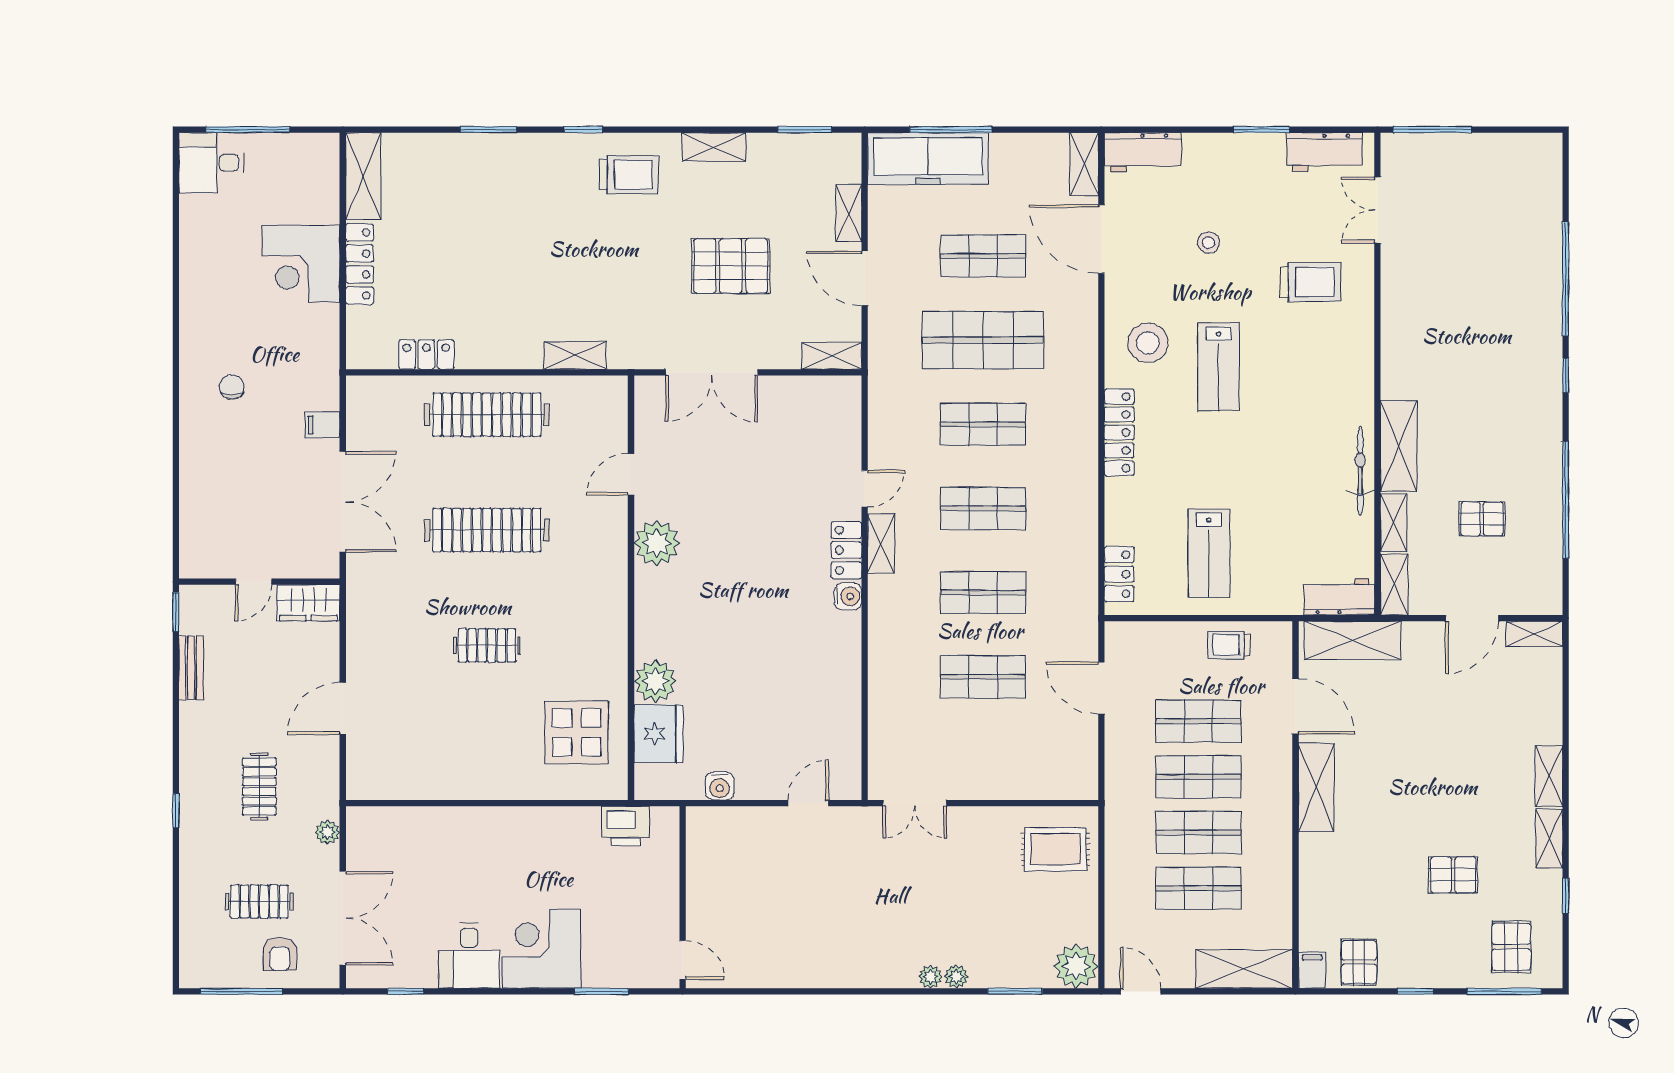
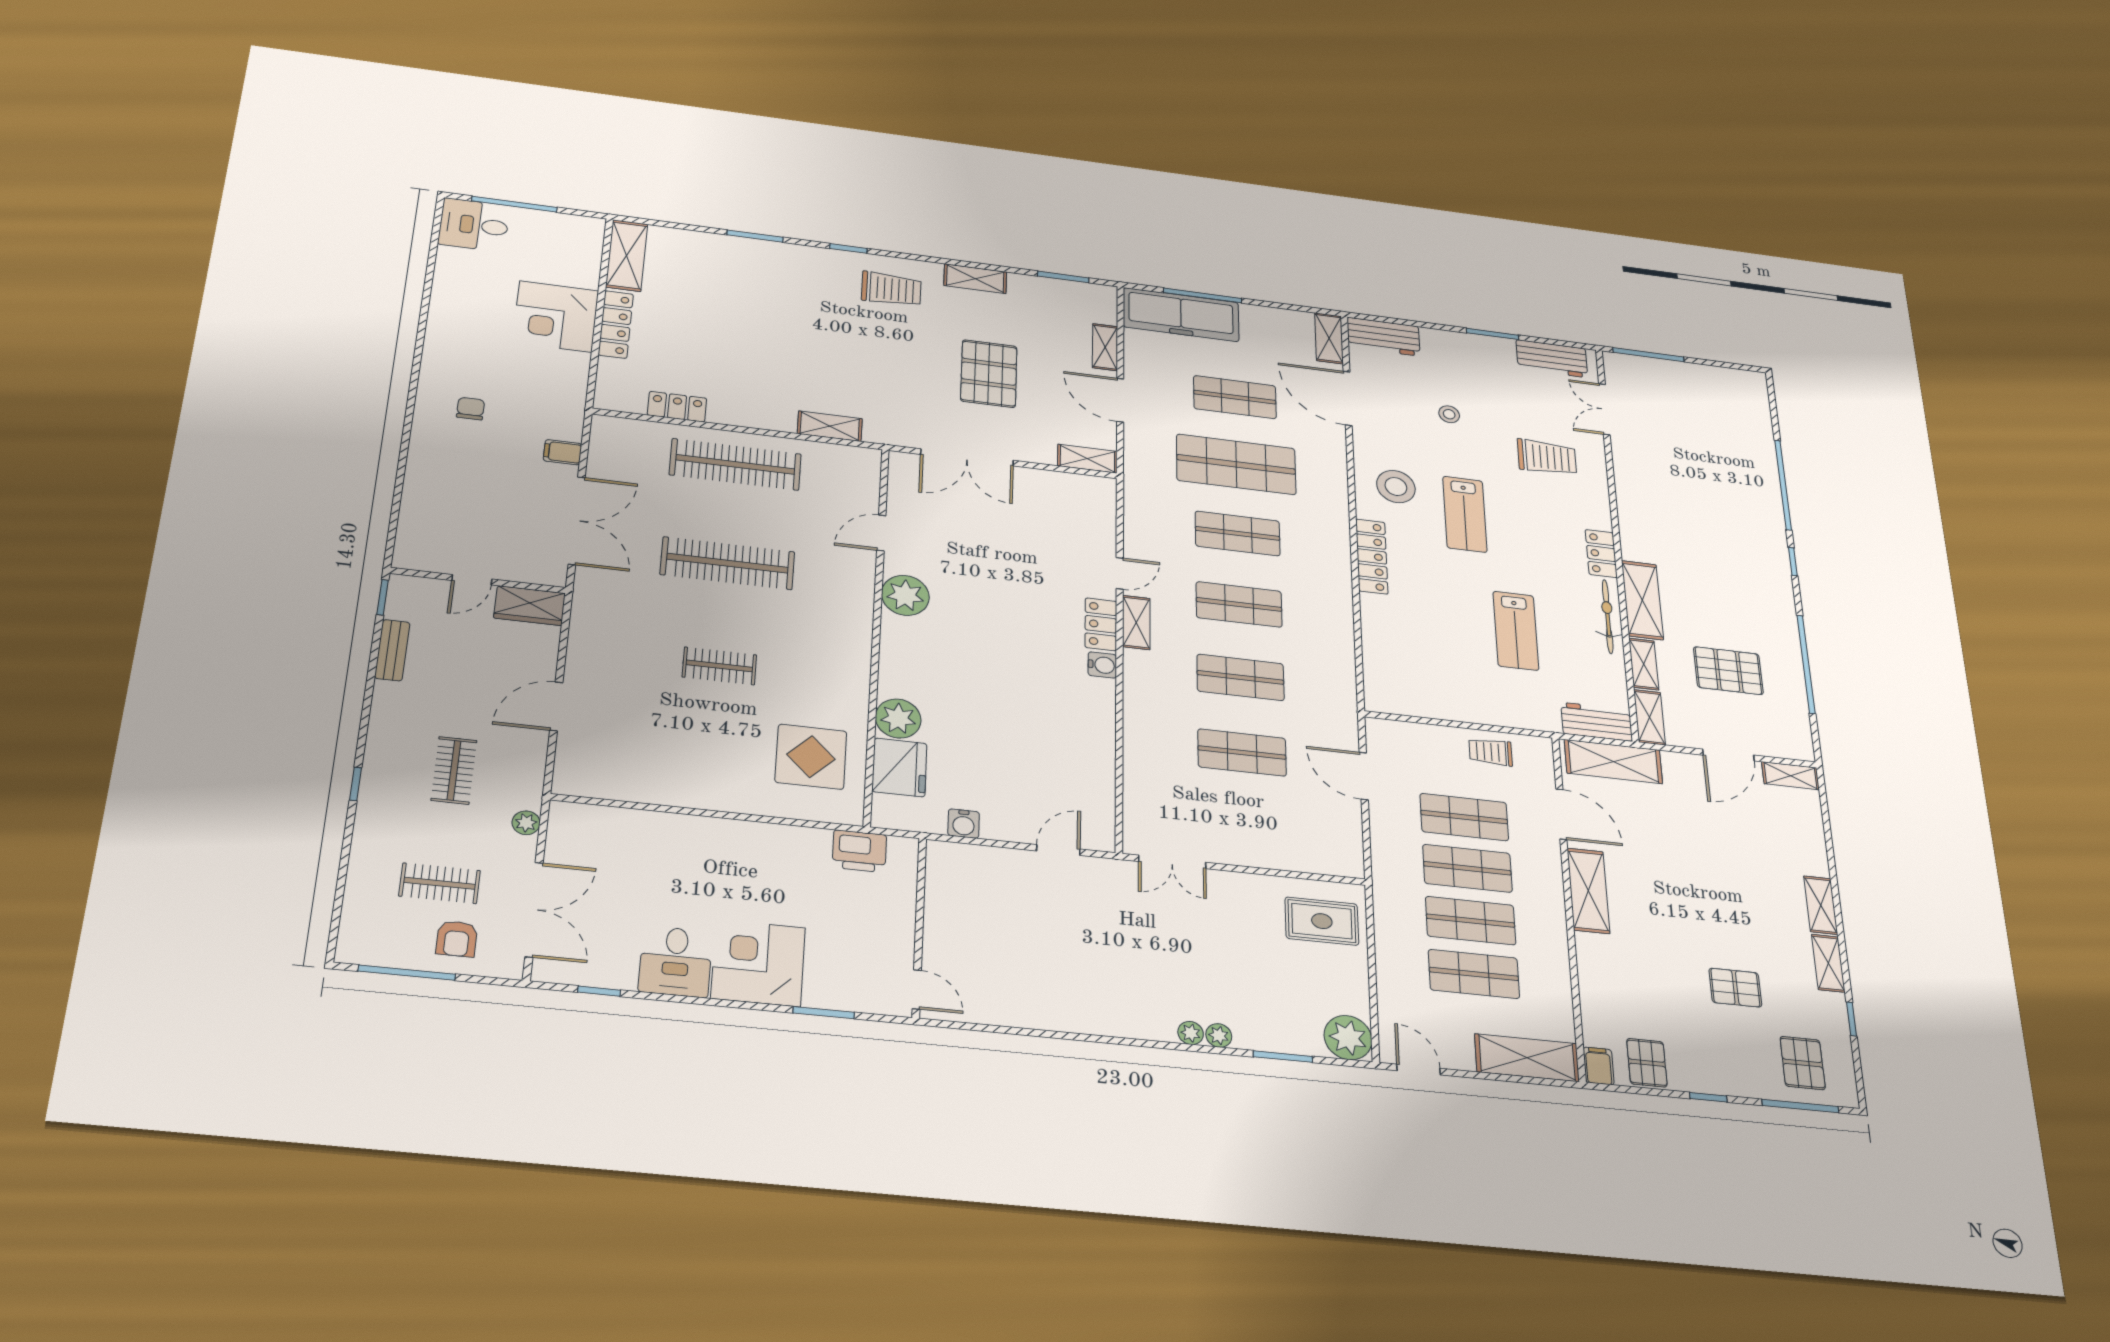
pallet: (731, 266) -> (989, 374), turned 90
pallet: (1482, 519) -> (1728, 671), width x1.50, depth x1.42
lab bench: (1209, 553) -> (1516, 631), moved
locker: (1119, 574) -> (1601, 554), moved, turned 180

